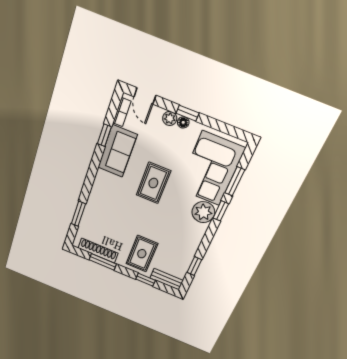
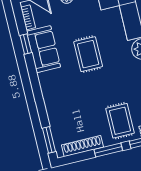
window: (78, 214) -> (49, 140), moved
window: (103, 262) -> (108, 150), moved

